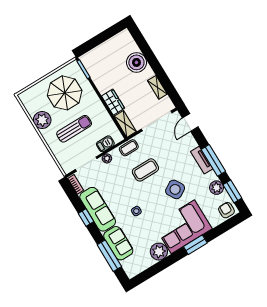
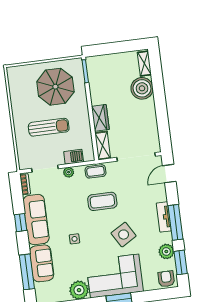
shelving: (157, 87) -> (144, 64), moved
plant: (42, 120) -> (20, 104), removed

